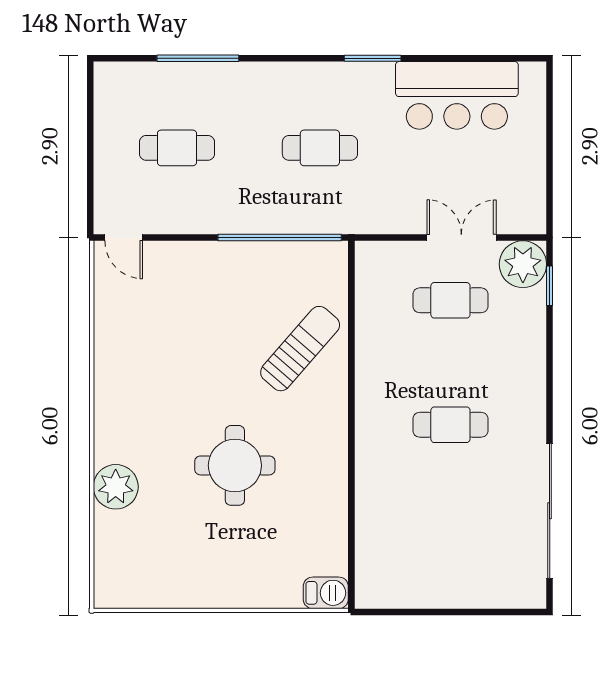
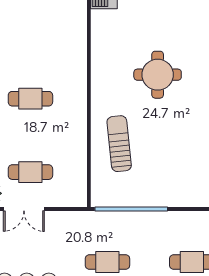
sun lounger: (300, 349) -> (119, 144), turned 133

